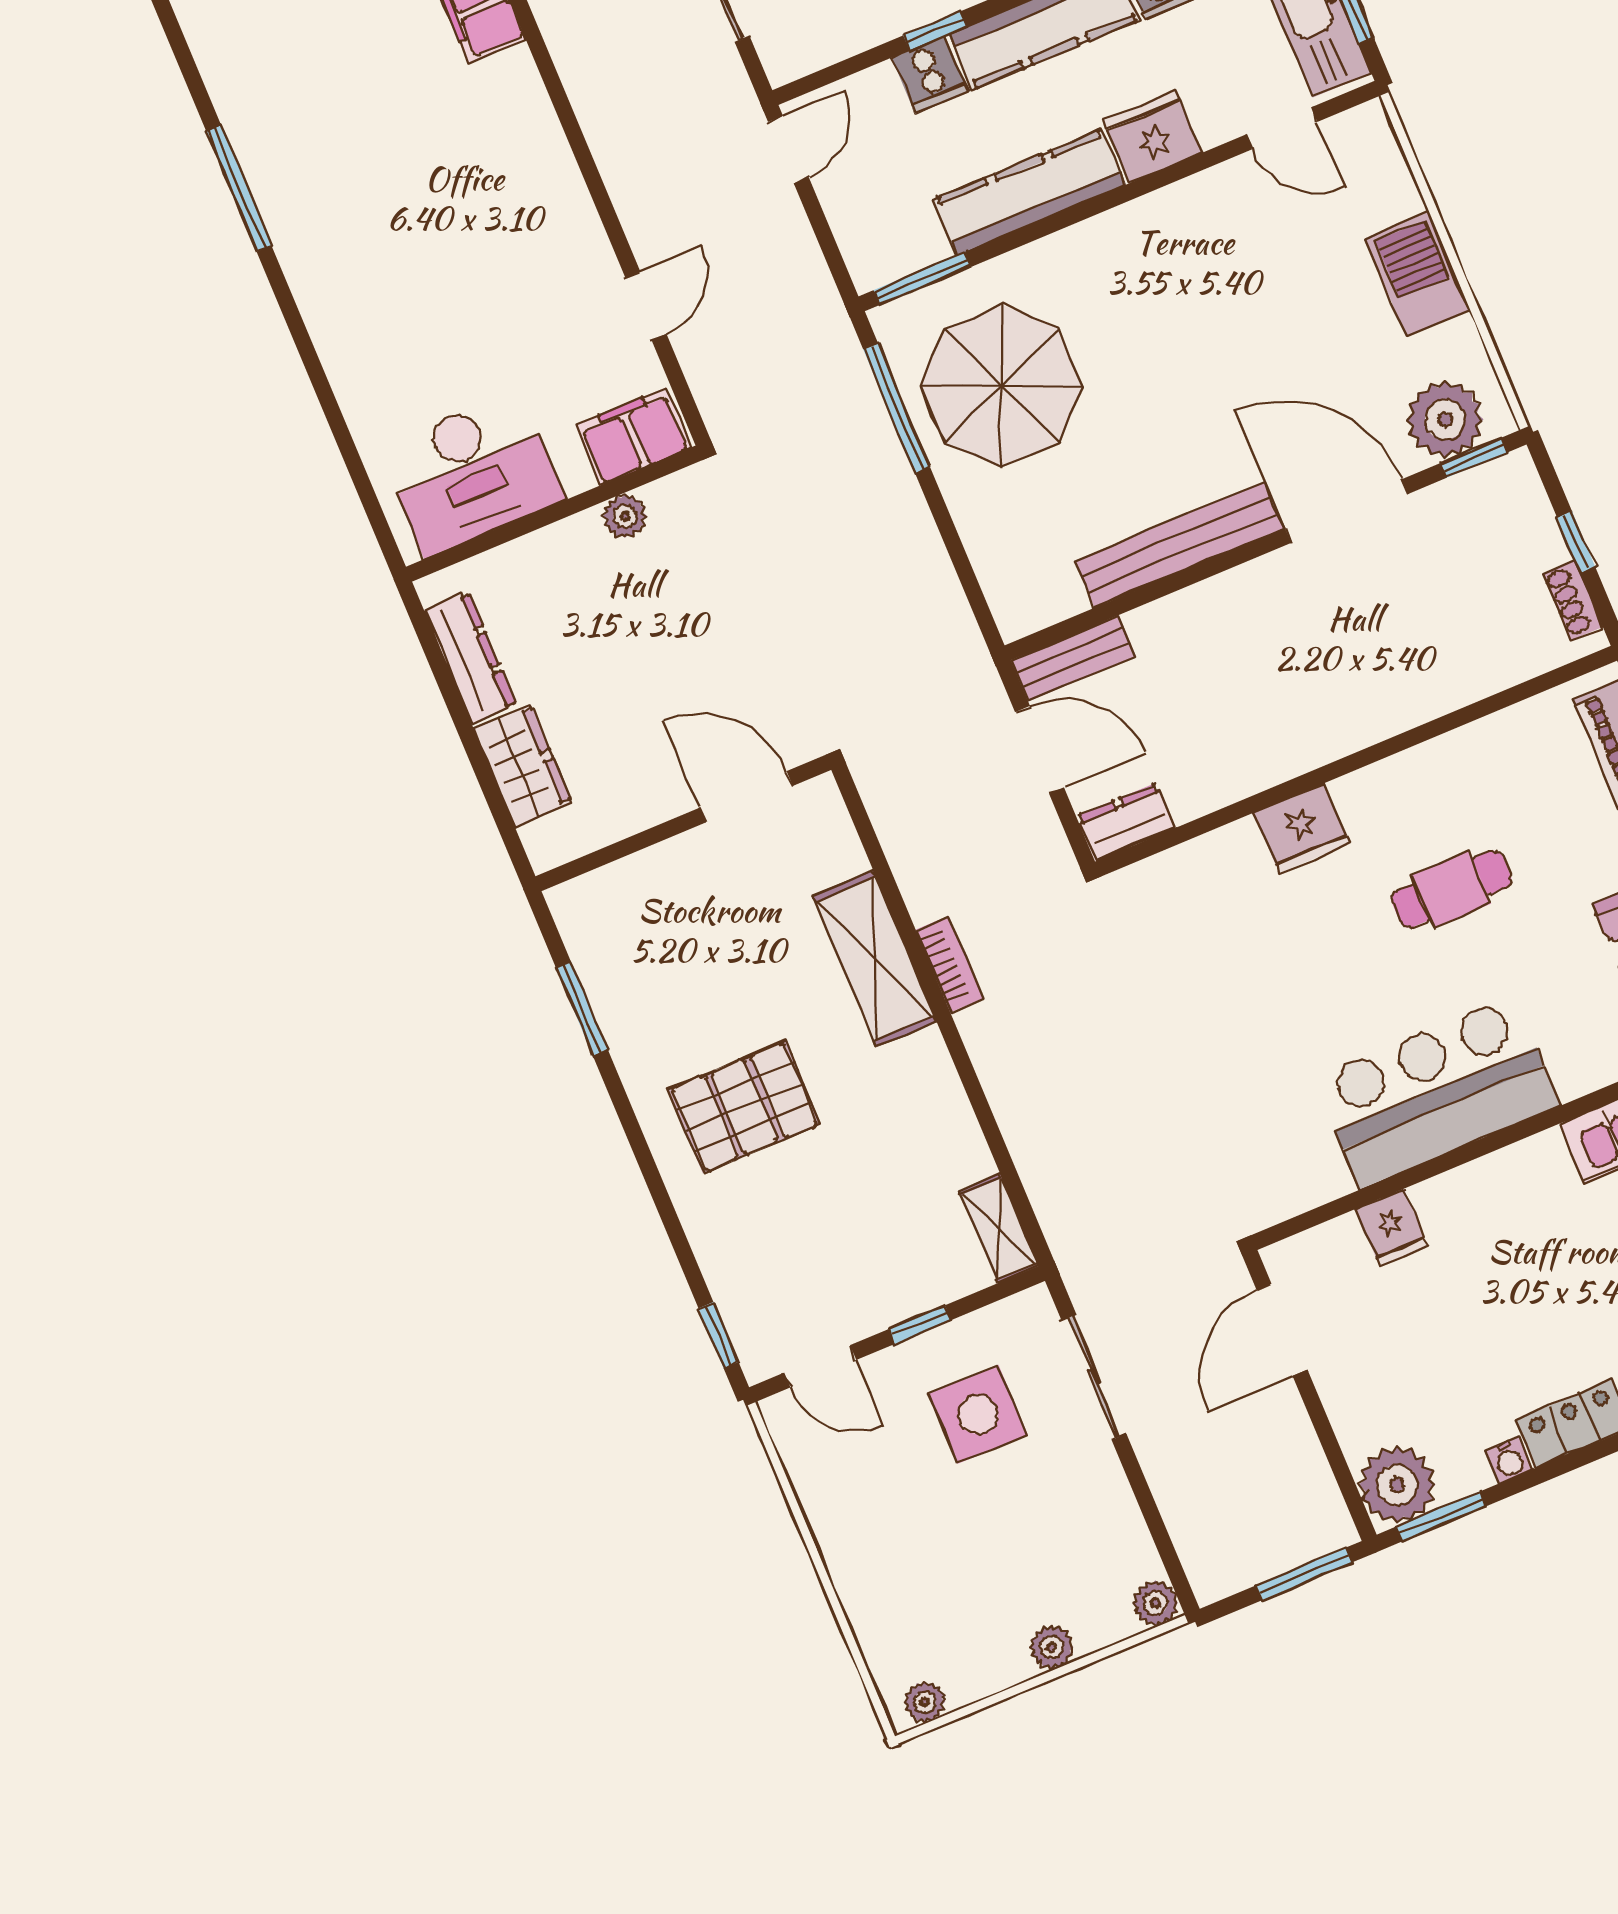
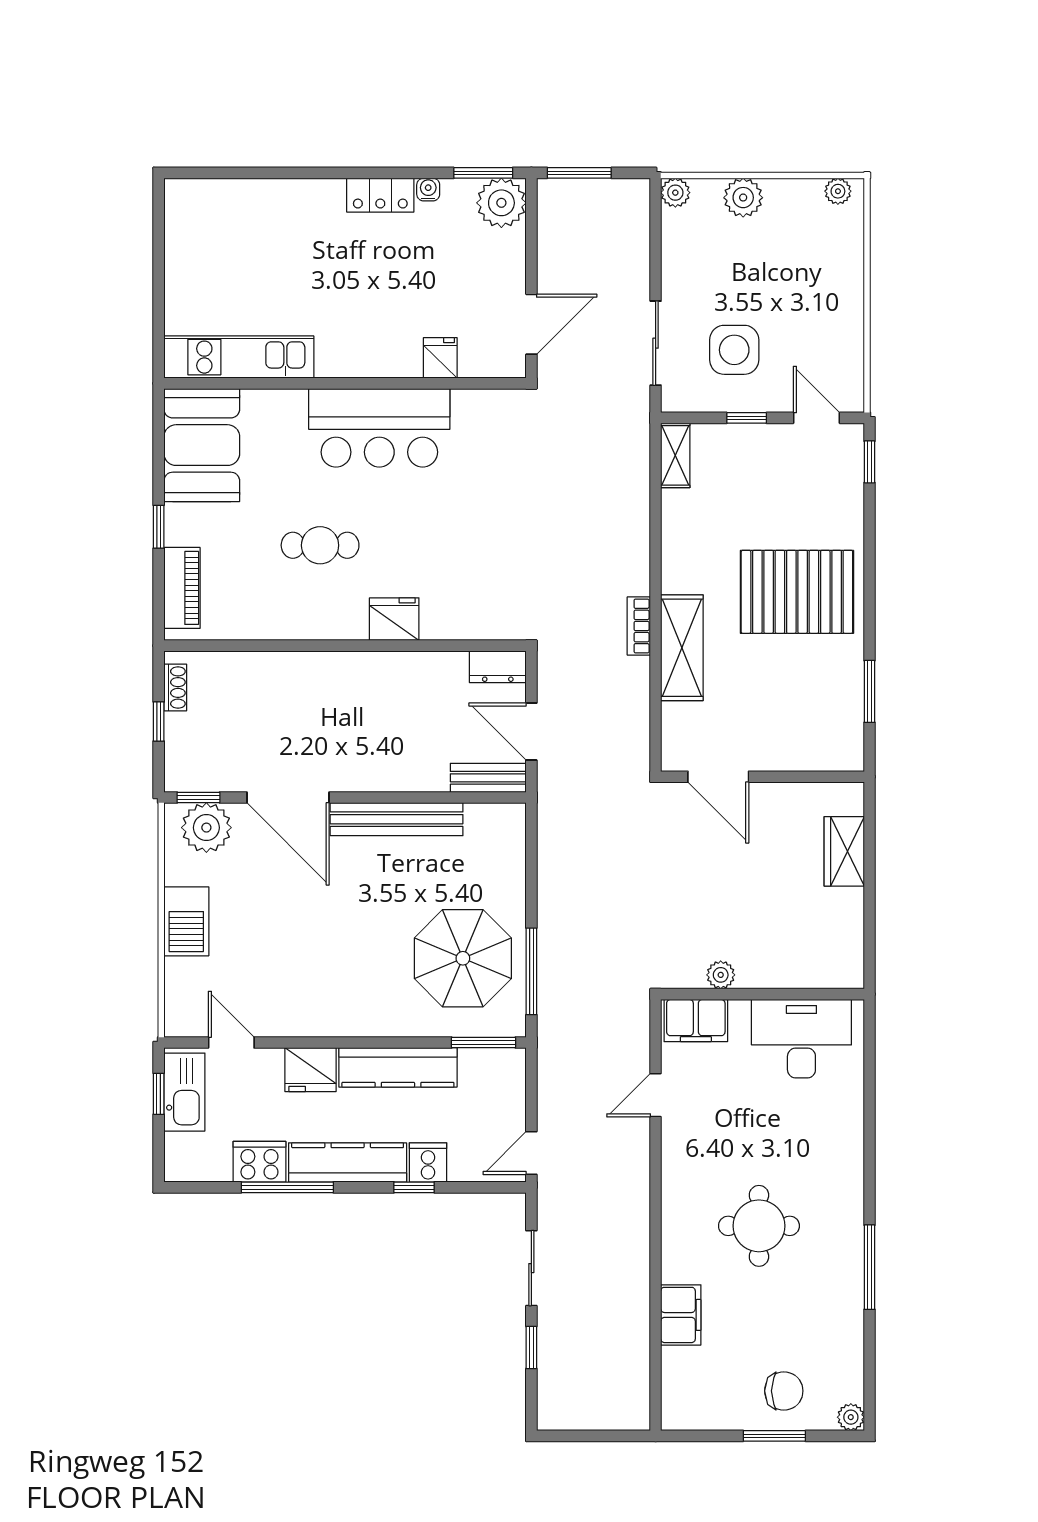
round table: (421, 181) -> (759, 1226), added
dresser: (470, 658) -> (849, 929), removed
pallet: (744, 1107) -> (797, 592), width x1.37, depth x1.41
plant: (1052, 1647) -> (743, 198), width x1.38, depth x1.38

